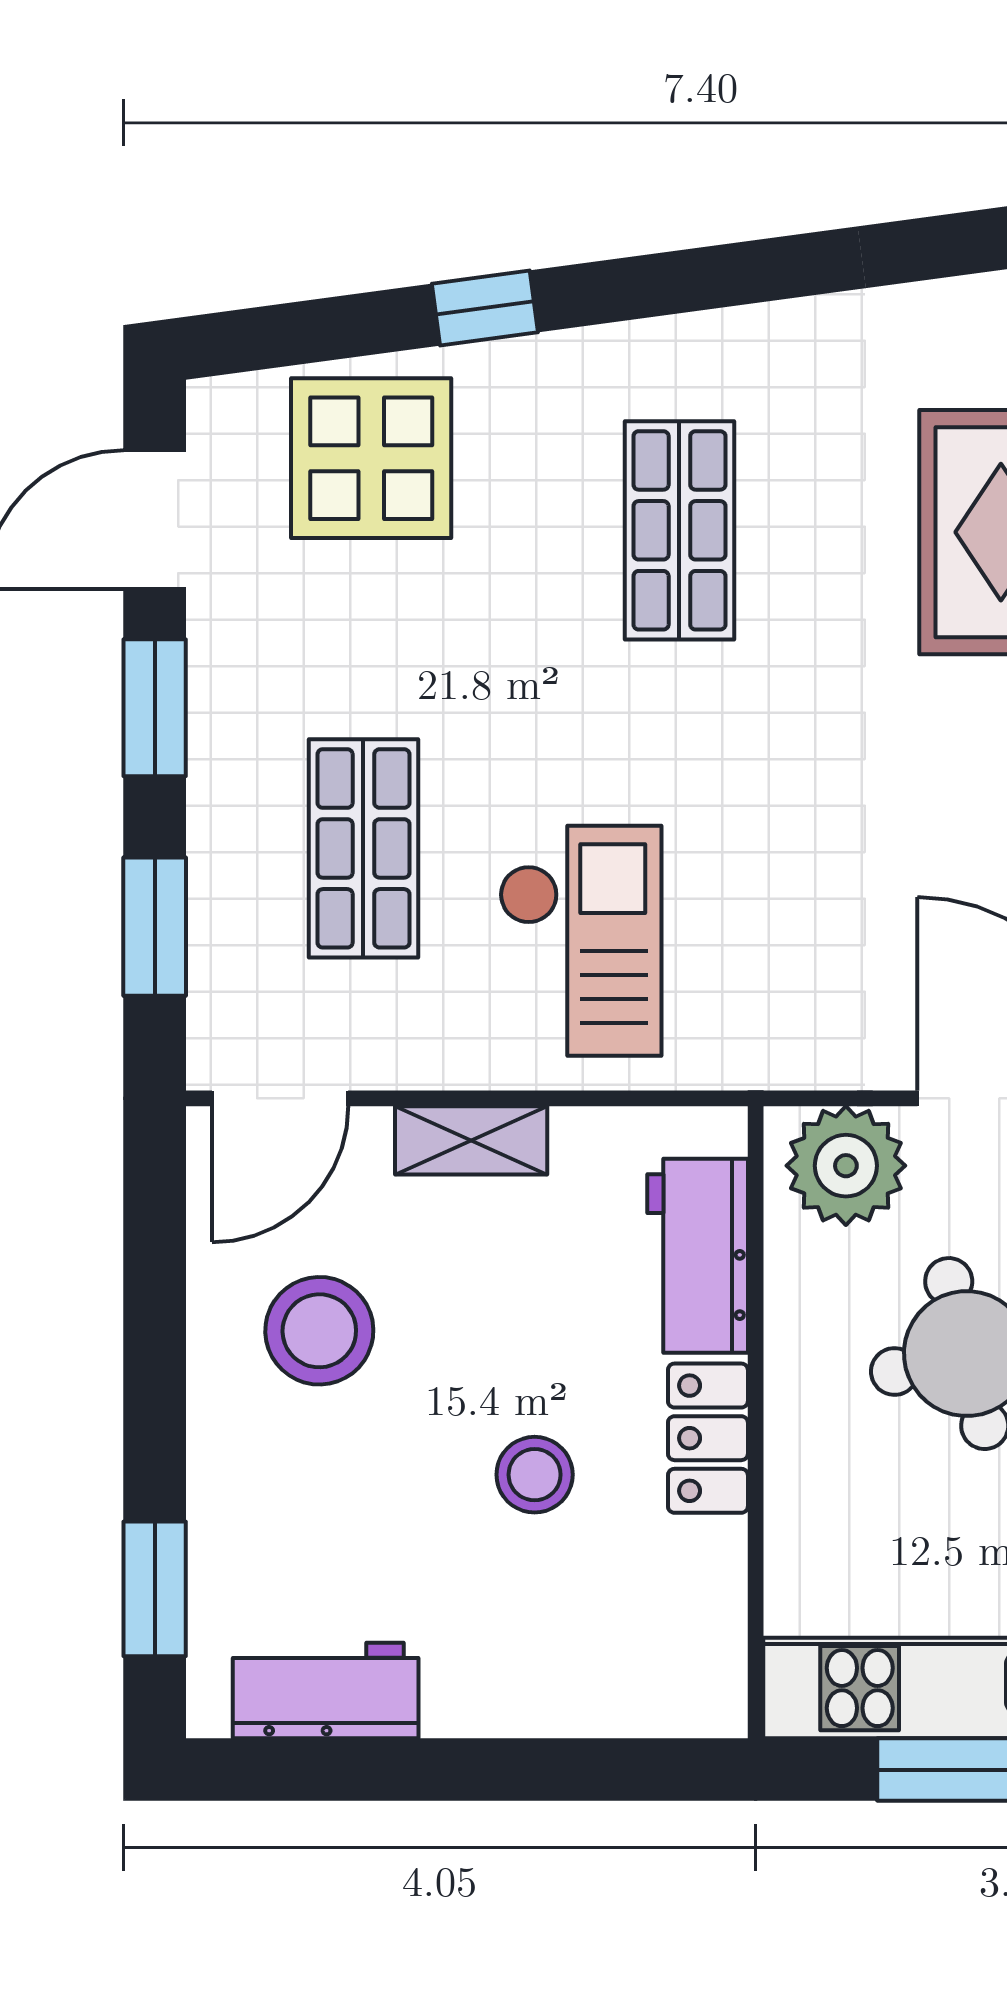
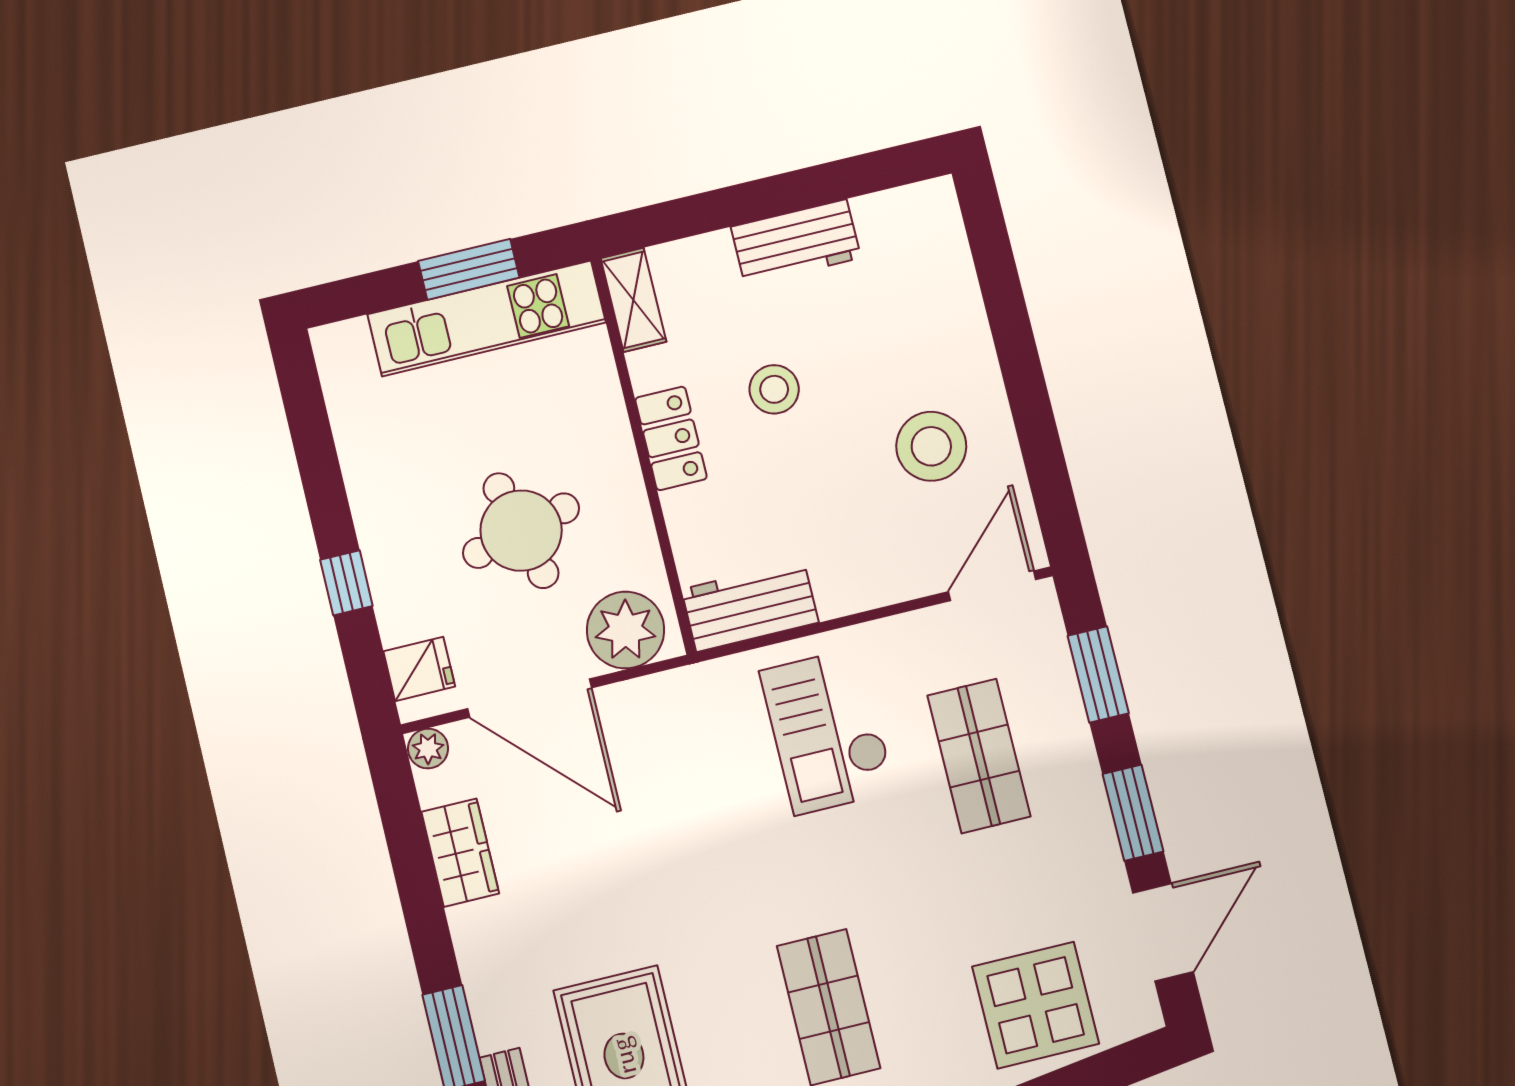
shelving: (471, 1140) -> (633, 300), moved, turned 90
workbench: (698, 1256) -> (750, 606), moved, turned -90
window: (155, 1589) -> (994, 261), removed
workbench: (326, 1690) -> (796, 242), moved

